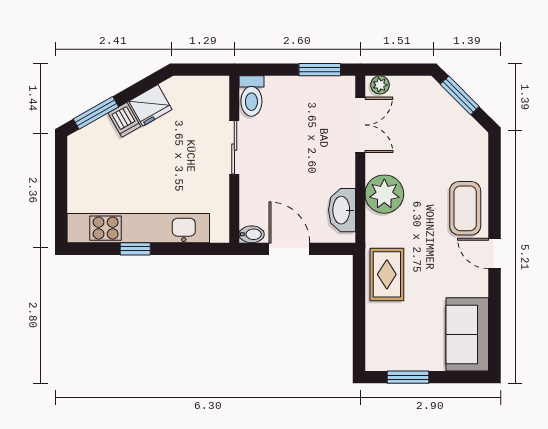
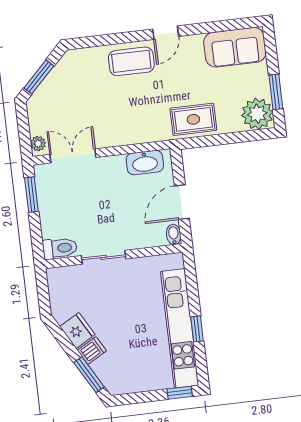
plant: (384, 194) -> (257, 114), moved
window: (61, 219) -> (180, 393), added

